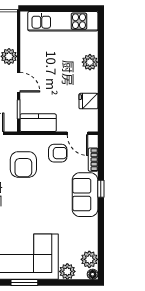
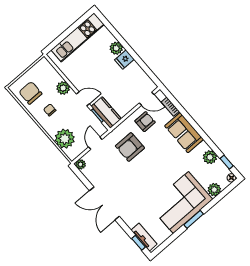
fridge: (88, 101) -> (124, 60), moved
kitchen counter: (38, 123) -> (106, 113), moved, turned 90
armchair: (23, 164) -> (130, 147), turned 90
window: (101, 189) -> (227, 162), moved
plant: (89, 259) -> (210, 157), moved

